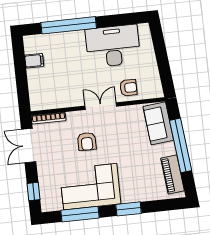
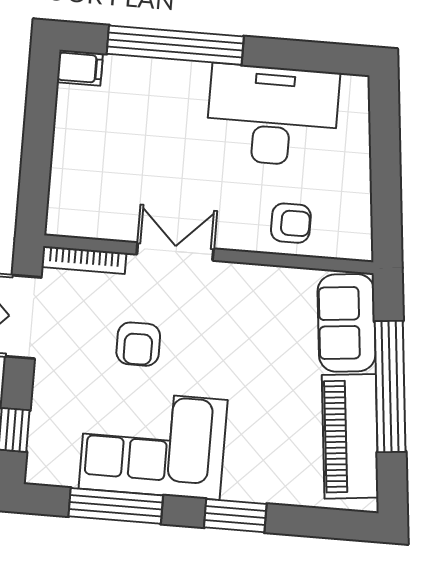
filing cabinet: (34, 61) -> (80, 68), moved
double door: (101, 106) -> (175, 251), moved
armchair: (87, 141) -> (138, 344), moved
piano: (172, 174) -> (350, 436), width x1.37, depth x1.33

